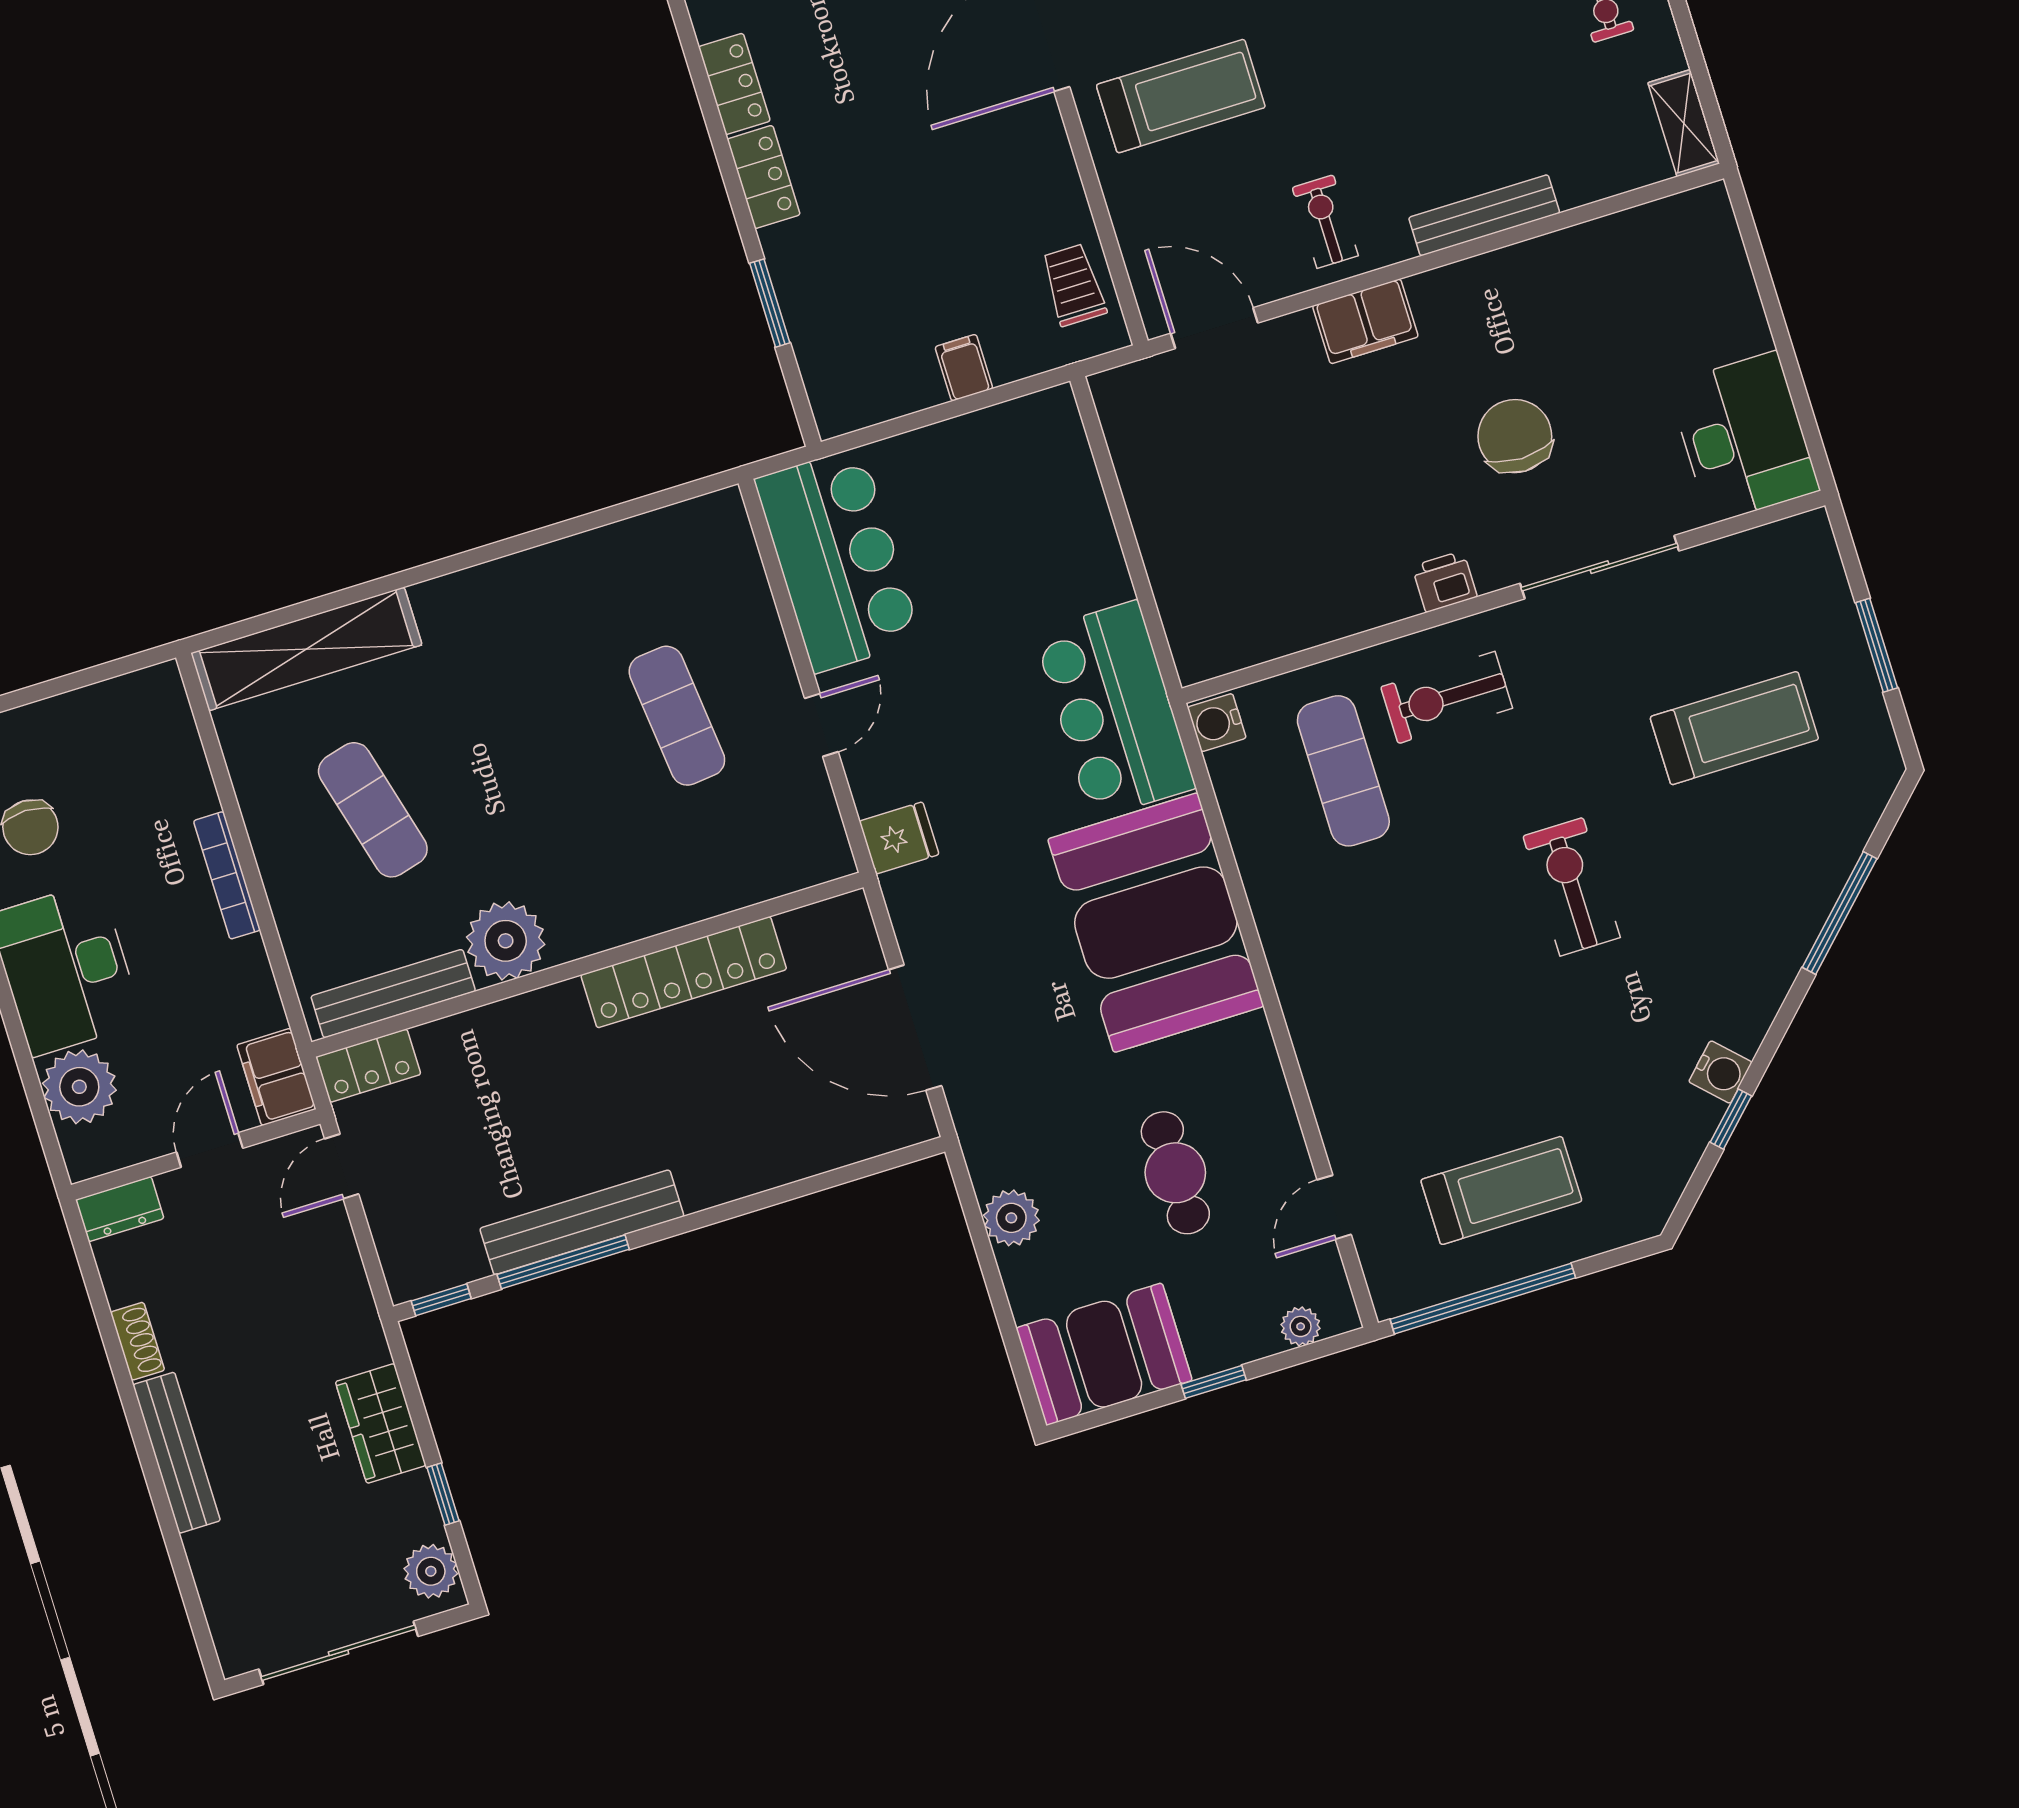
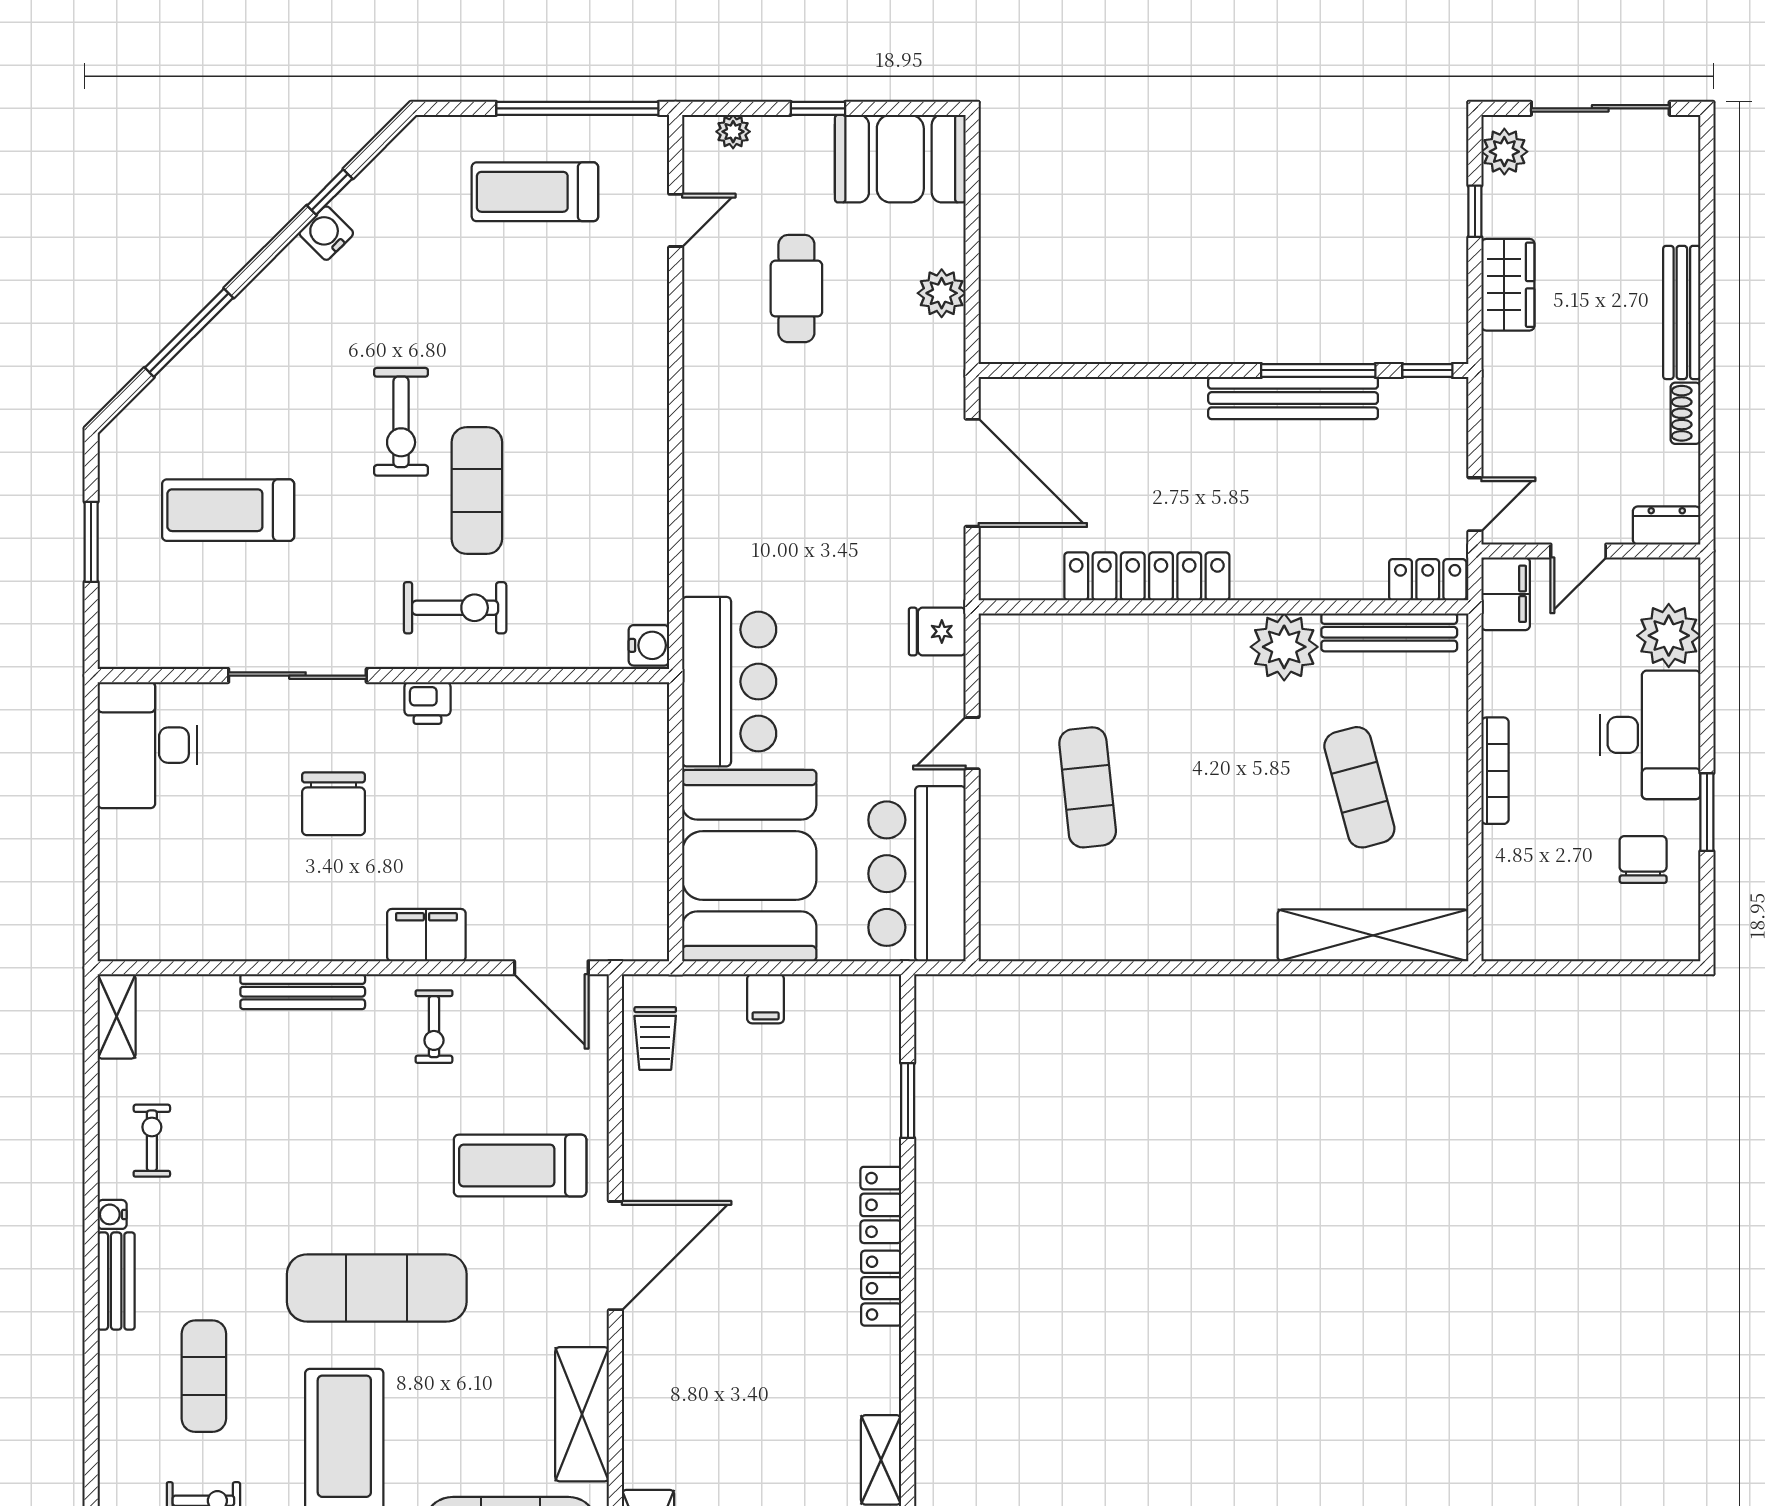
exercise mat: (1343, 771) -> (477, 491), moved
booth: (1156, 923) -> (749, 866), moved

